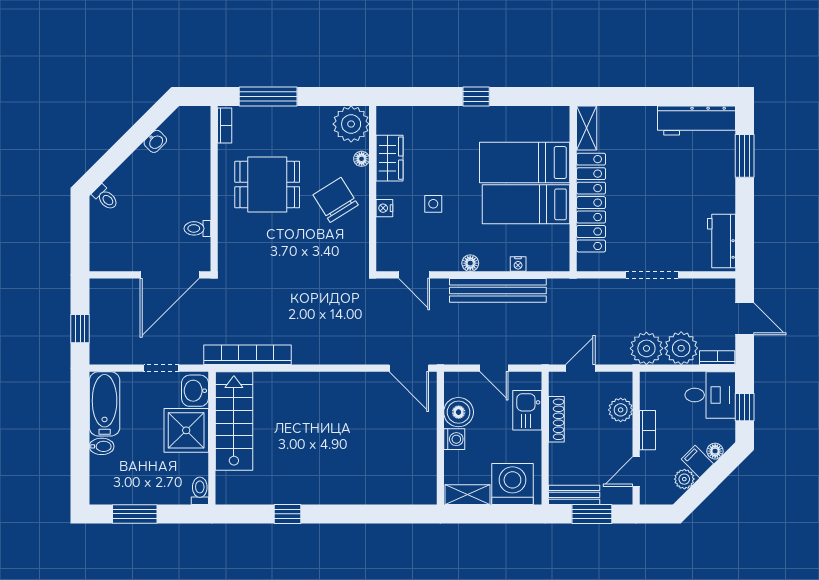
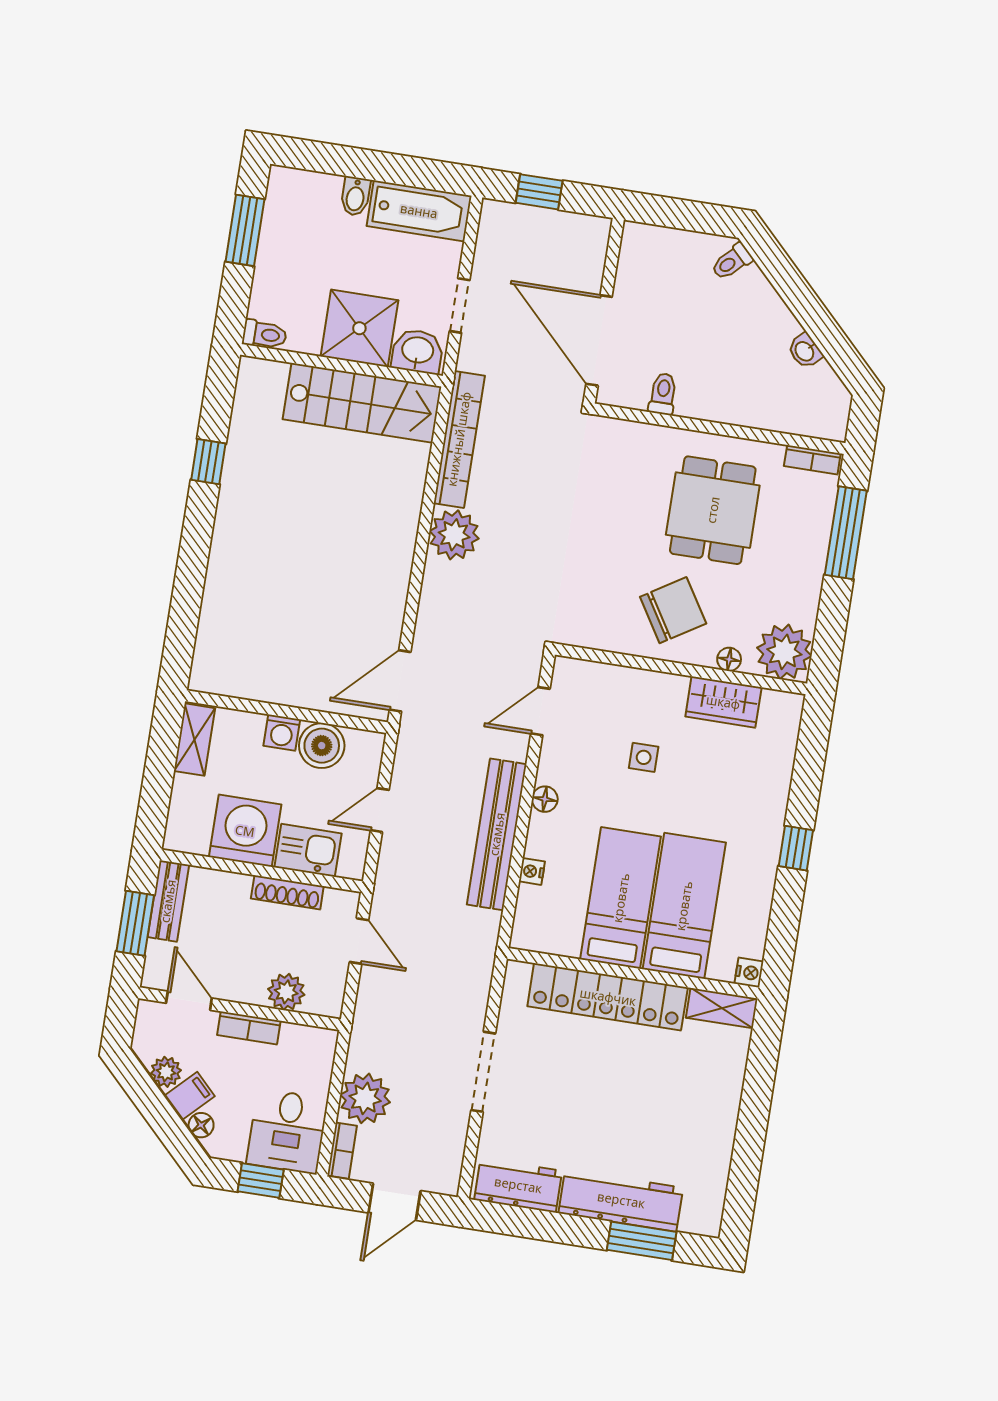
workbench: (696, 120) -> (621, 1200), moved, turned 90
nightstand: (384, 208) -> (749, 973), moved, turned 90
plant: (646, 348) -> (454, 535), moved
washing machine: (512, 484) -> (245, 831), moved, turned -90

